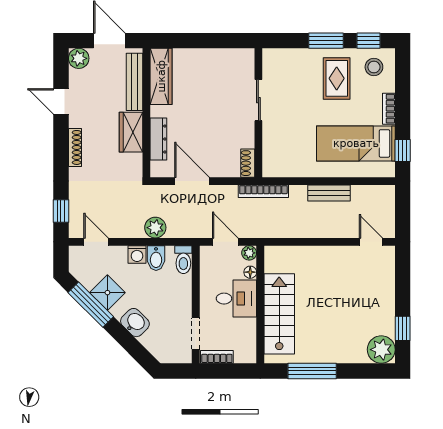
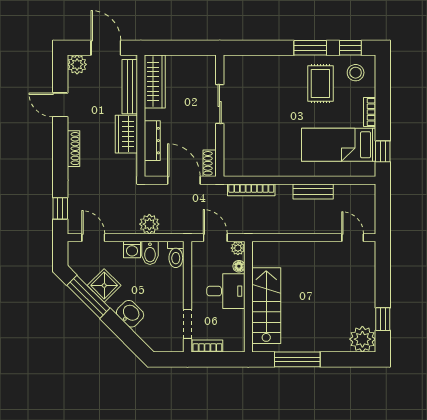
sliding door: (258, 100) -> (220, 104), moved
wall: (258, 113) -> (220, 116), moved
shoe rack: (248, 163) -> (210, 163), moved

